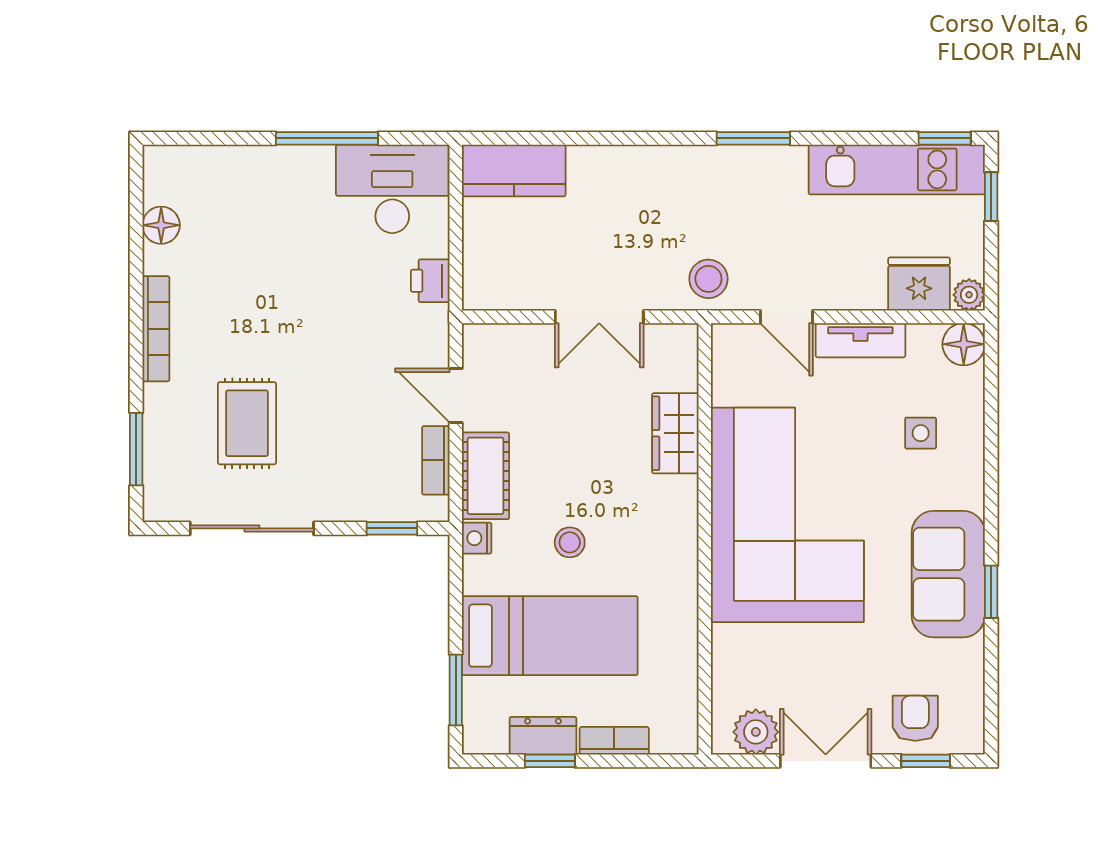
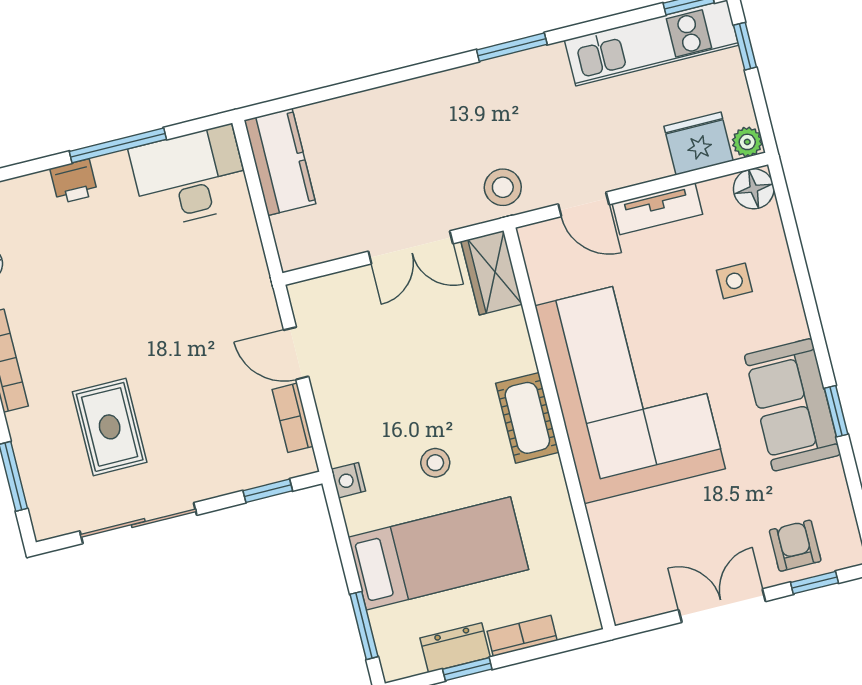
kitchen counter: (514, 171) -> (280, 162), moved, turned -90
printer: (430, 281) -> (74, 181), moved, turned -90
wardrobe: (675, 433) -> (492, 273), moved
cot: (486, 476) -> (527, 418), moved
plant: (756, 732) -> (651, 595), removed

